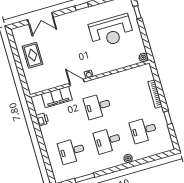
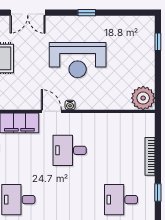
reception desk: (111, 31) -> (78, 60), moved
plant: (143, 57) -> (143, 98), width x1.88, depth x1.88
desk: (108, 141) -> (70, 200), removed

